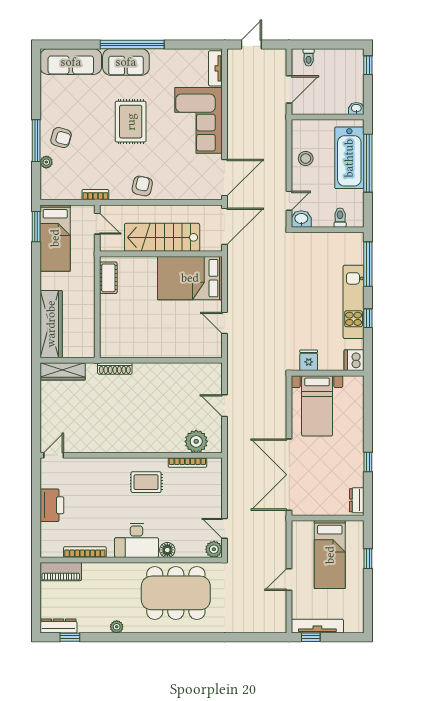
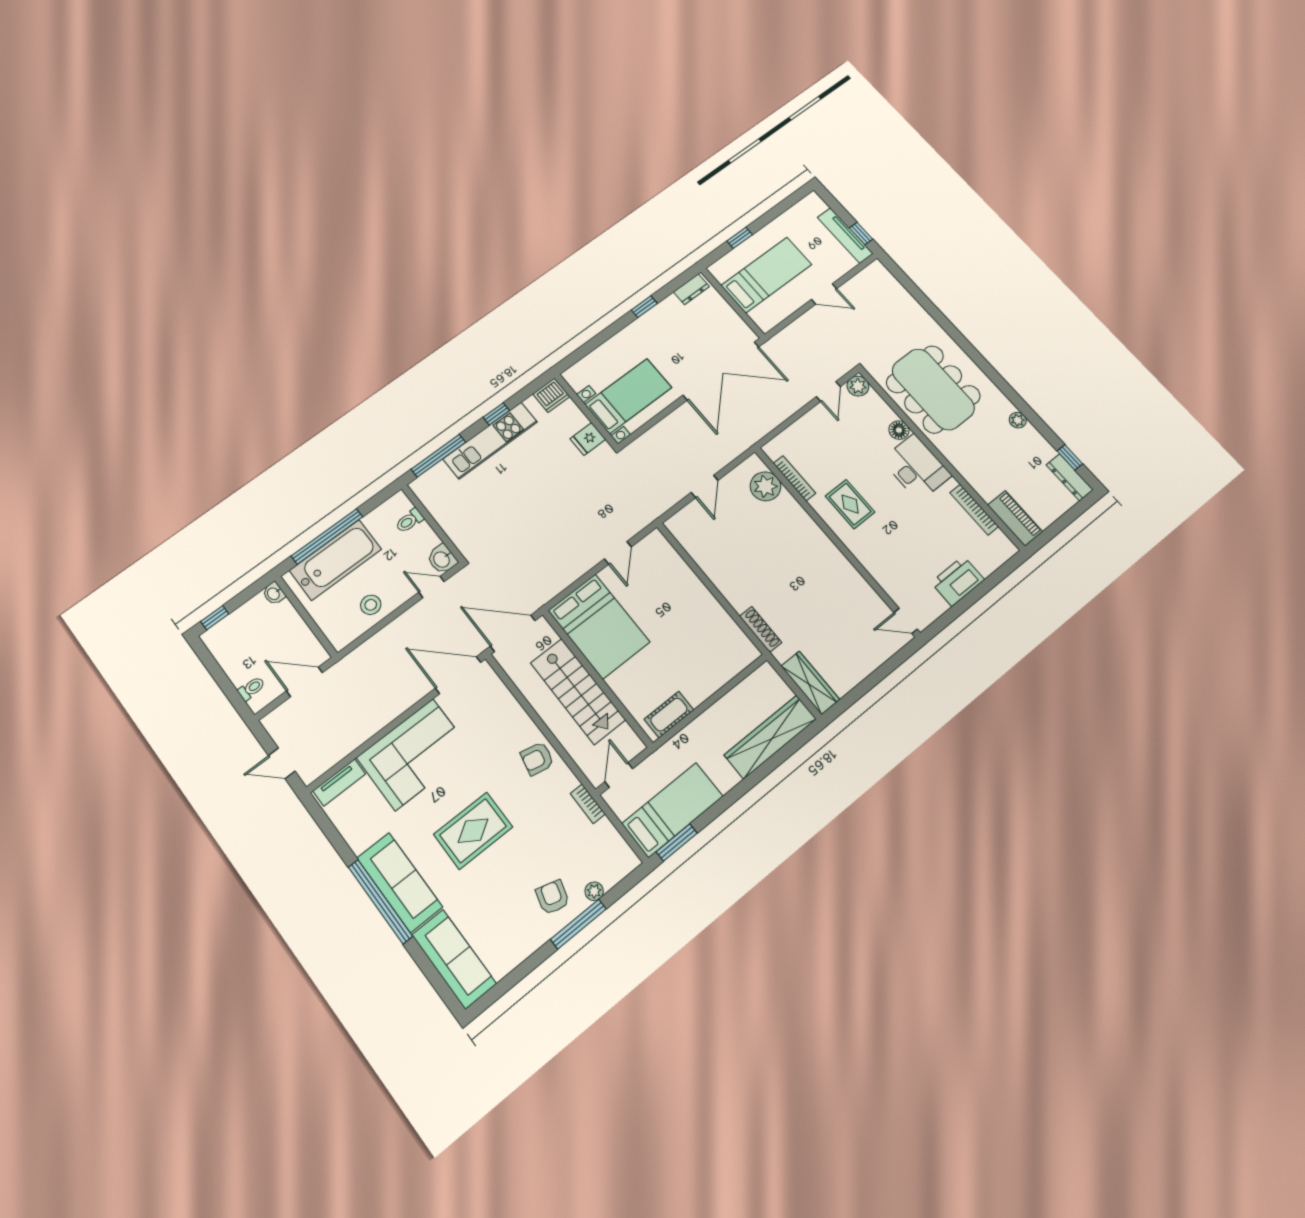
sofa: (126, 62) -> (400, 882), width x1.36

